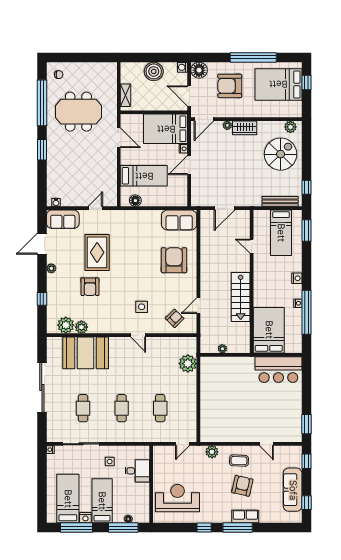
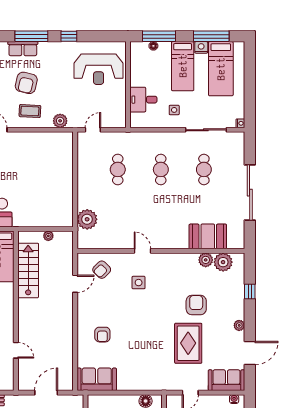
armchair: (174, 260) -> (102, 335), width x0.53, depth x0.53
stairs: (241, 297) -> (28, 270), moved
booth: (86, 353) -> (208, 236), width x0.73, depth x0.70

